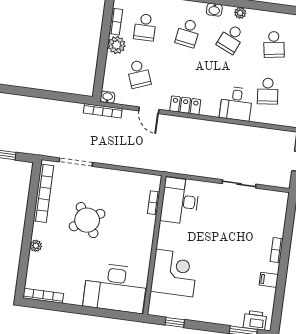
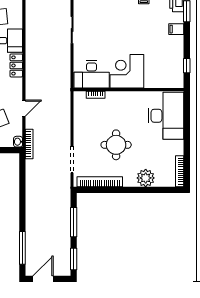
locker: (185, 105) -> (16, 65), moved
round table: (87, 220) -> (116, 145), turned 33
plant: (36, 246) -> (146, 178), width x1.88, depth x1.88
corner desk: (174, 273) -> (127, 71), moved
filing cabinet: (223, 315) -> (176, 29), added

